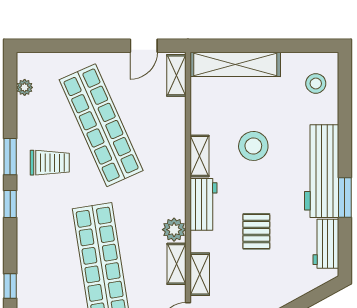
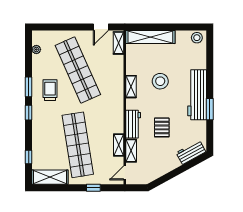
stool: (316, 83) -> (197, 38), moved
trolley: (50, 163) -> (50, 90), turned -90
workbench: (203, 204) -> (133, 124), moved
plant: (174, 230) -> (117, 126), removed
workbench: (326, 244) -> (191, 152), moved, turned 61

